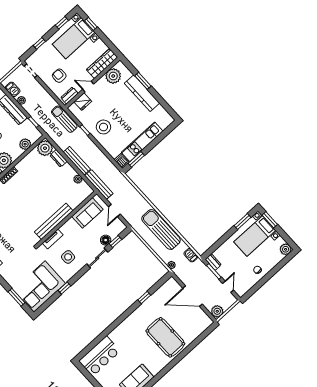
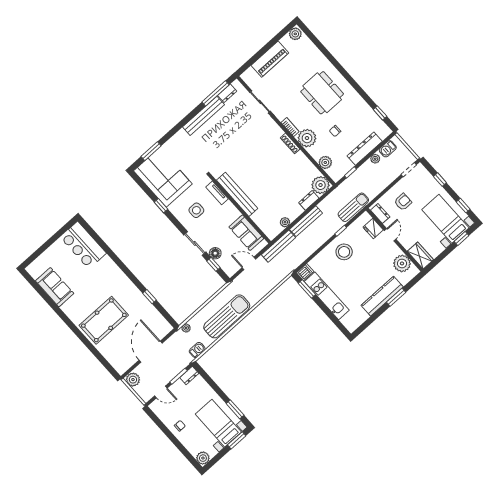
wardrobe: (102, 64) -> (420, 255), width x0.67

